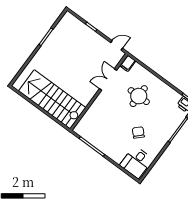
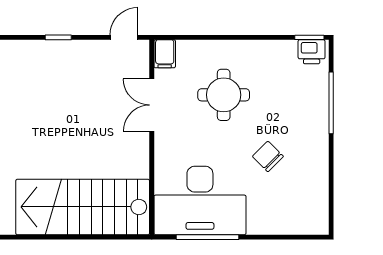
desk: (136, 162) -> (200, 200), moved, width x1.87, depth x1.30

